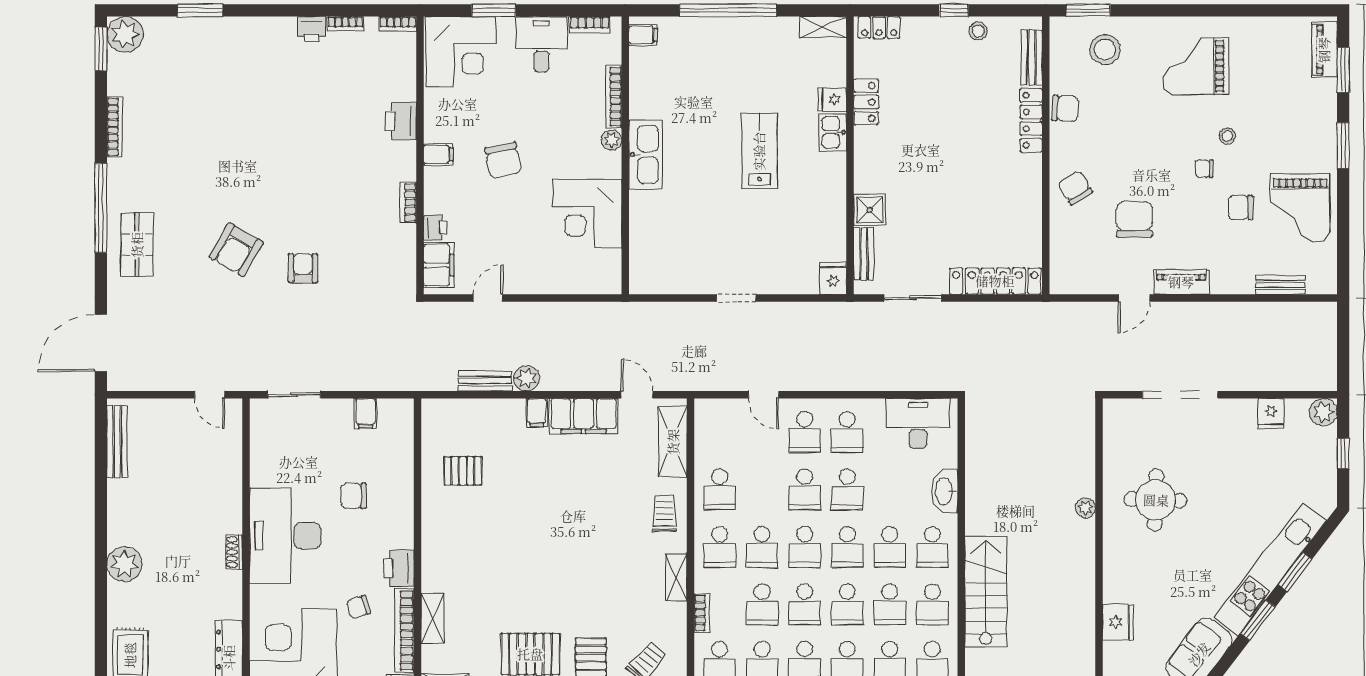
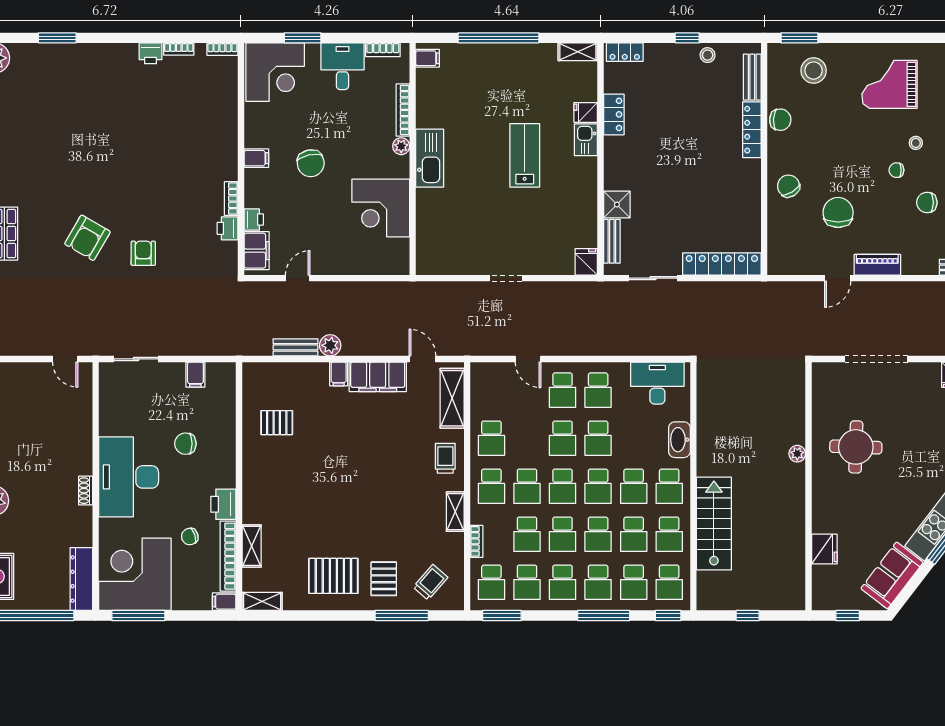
printer: (401, 121) -> (228, 228), moved, width x0.73, depth x0.81

